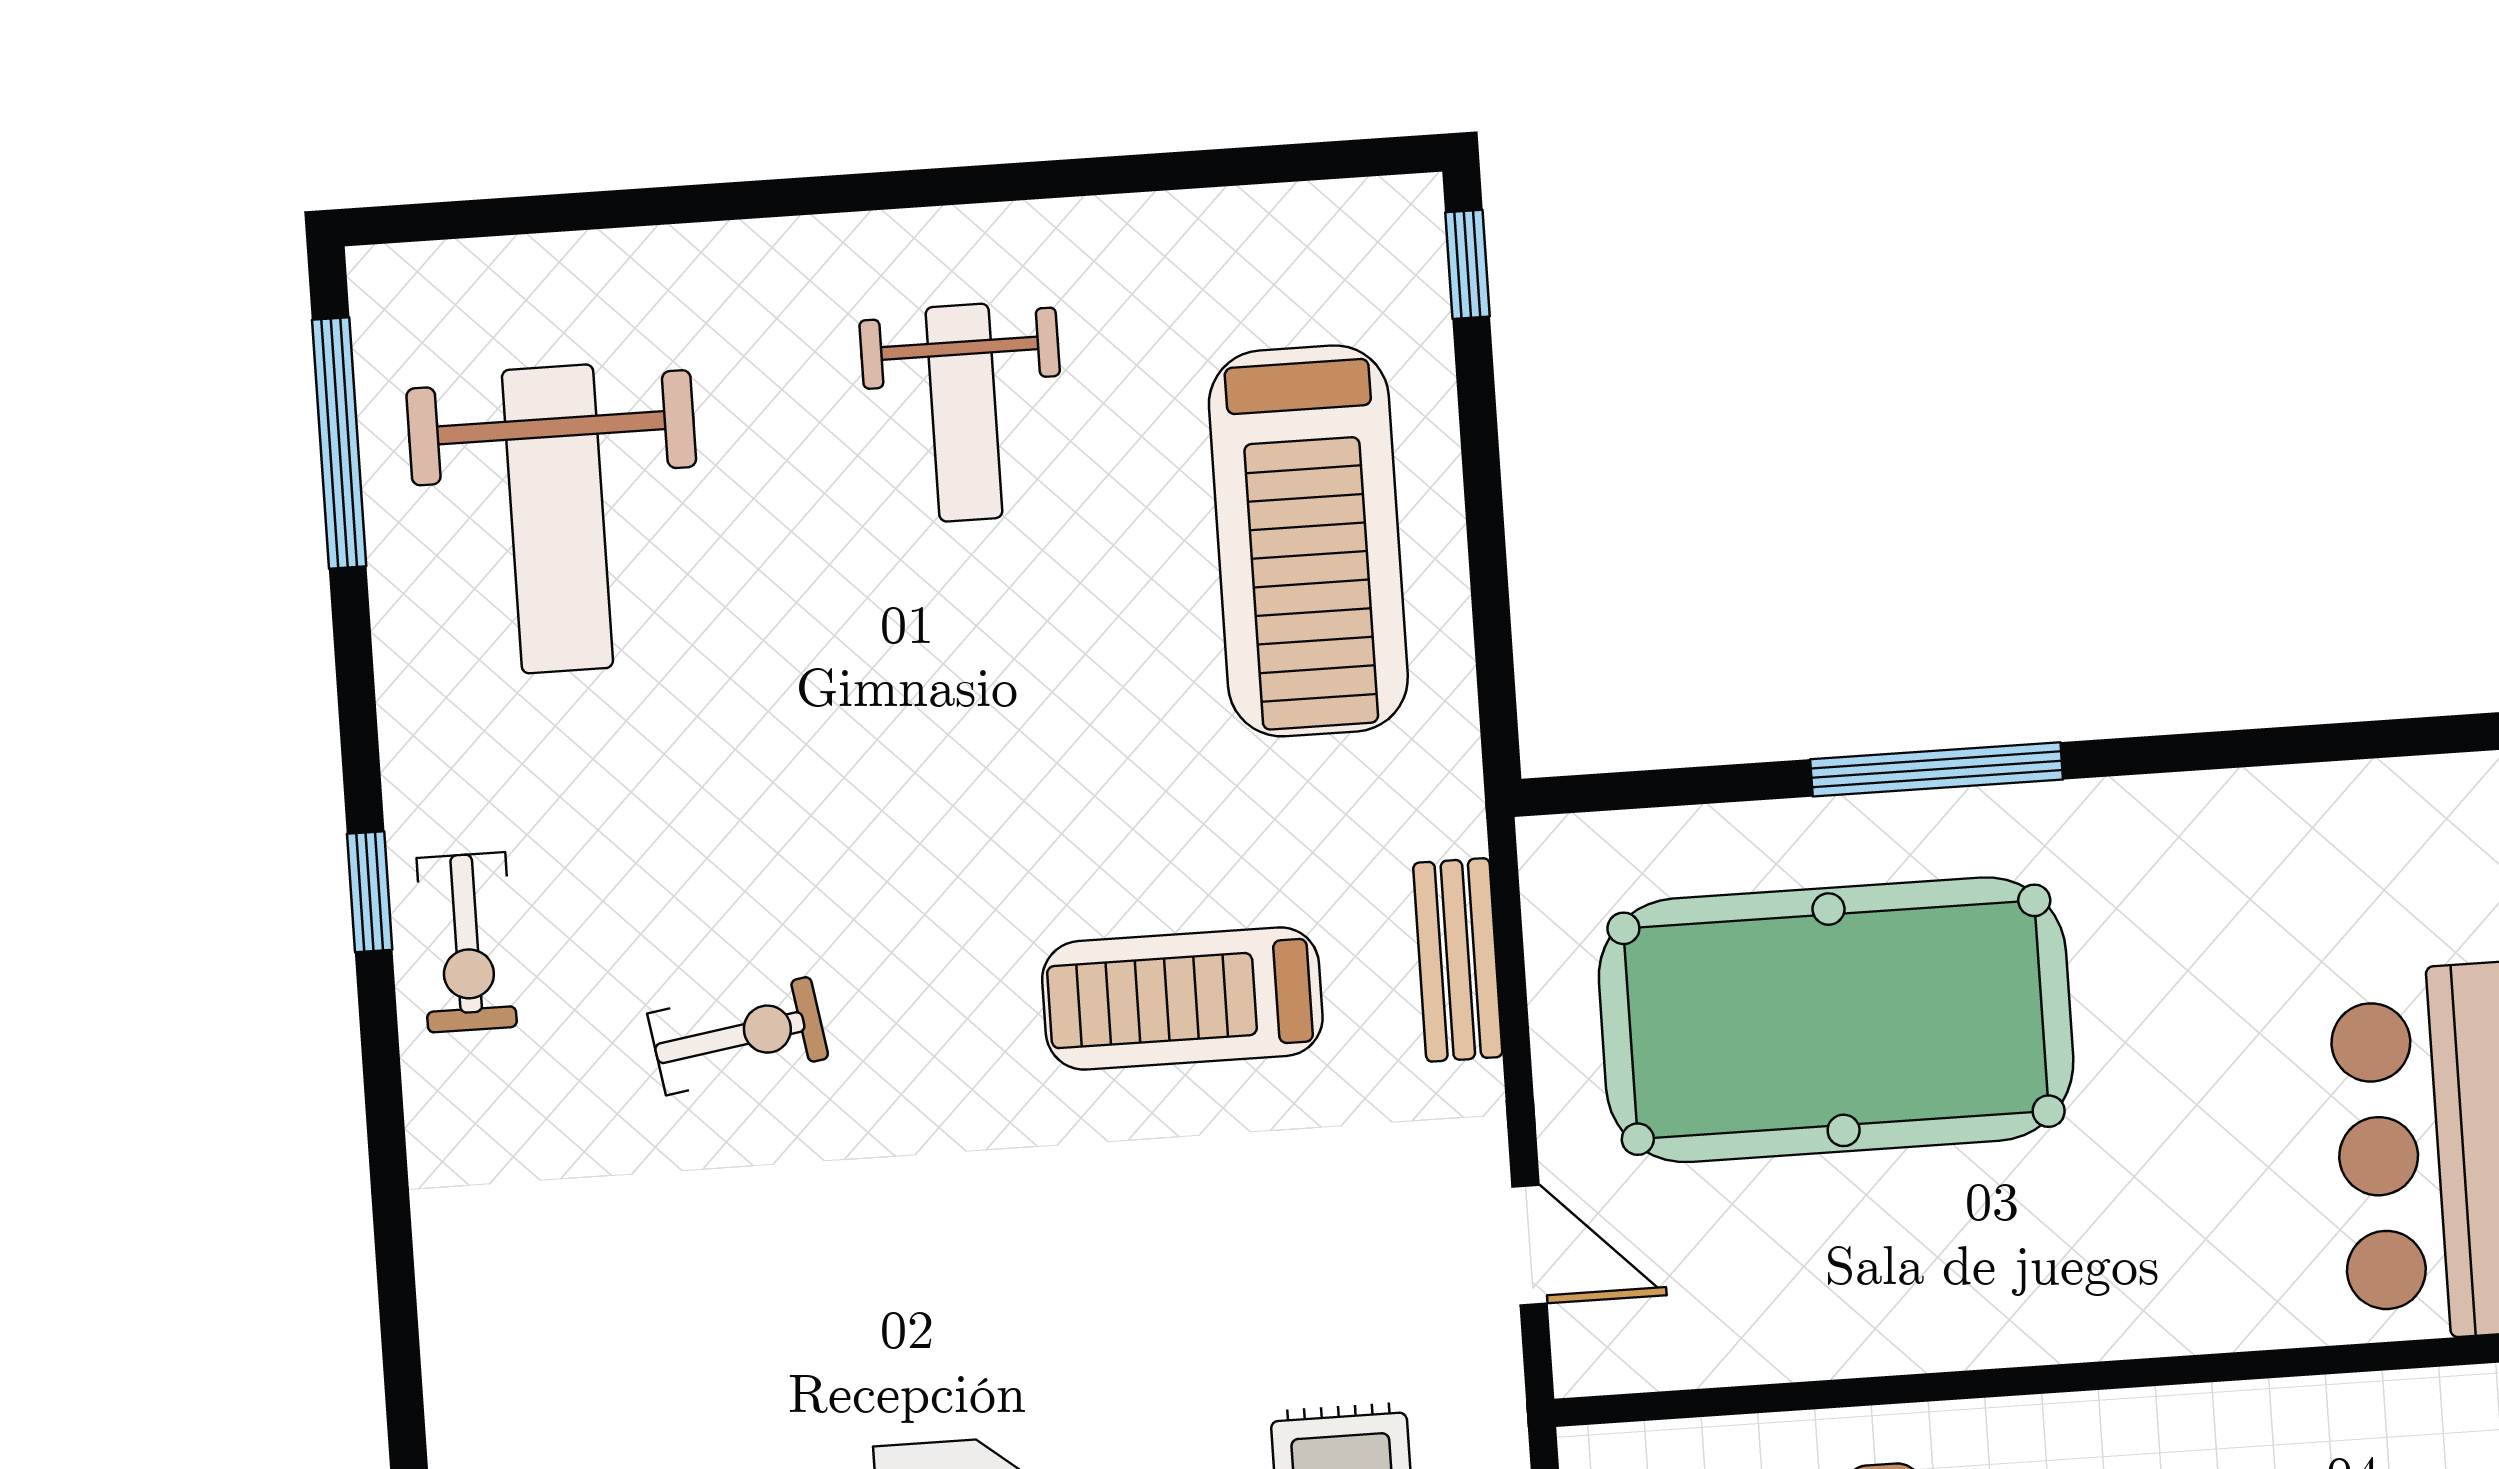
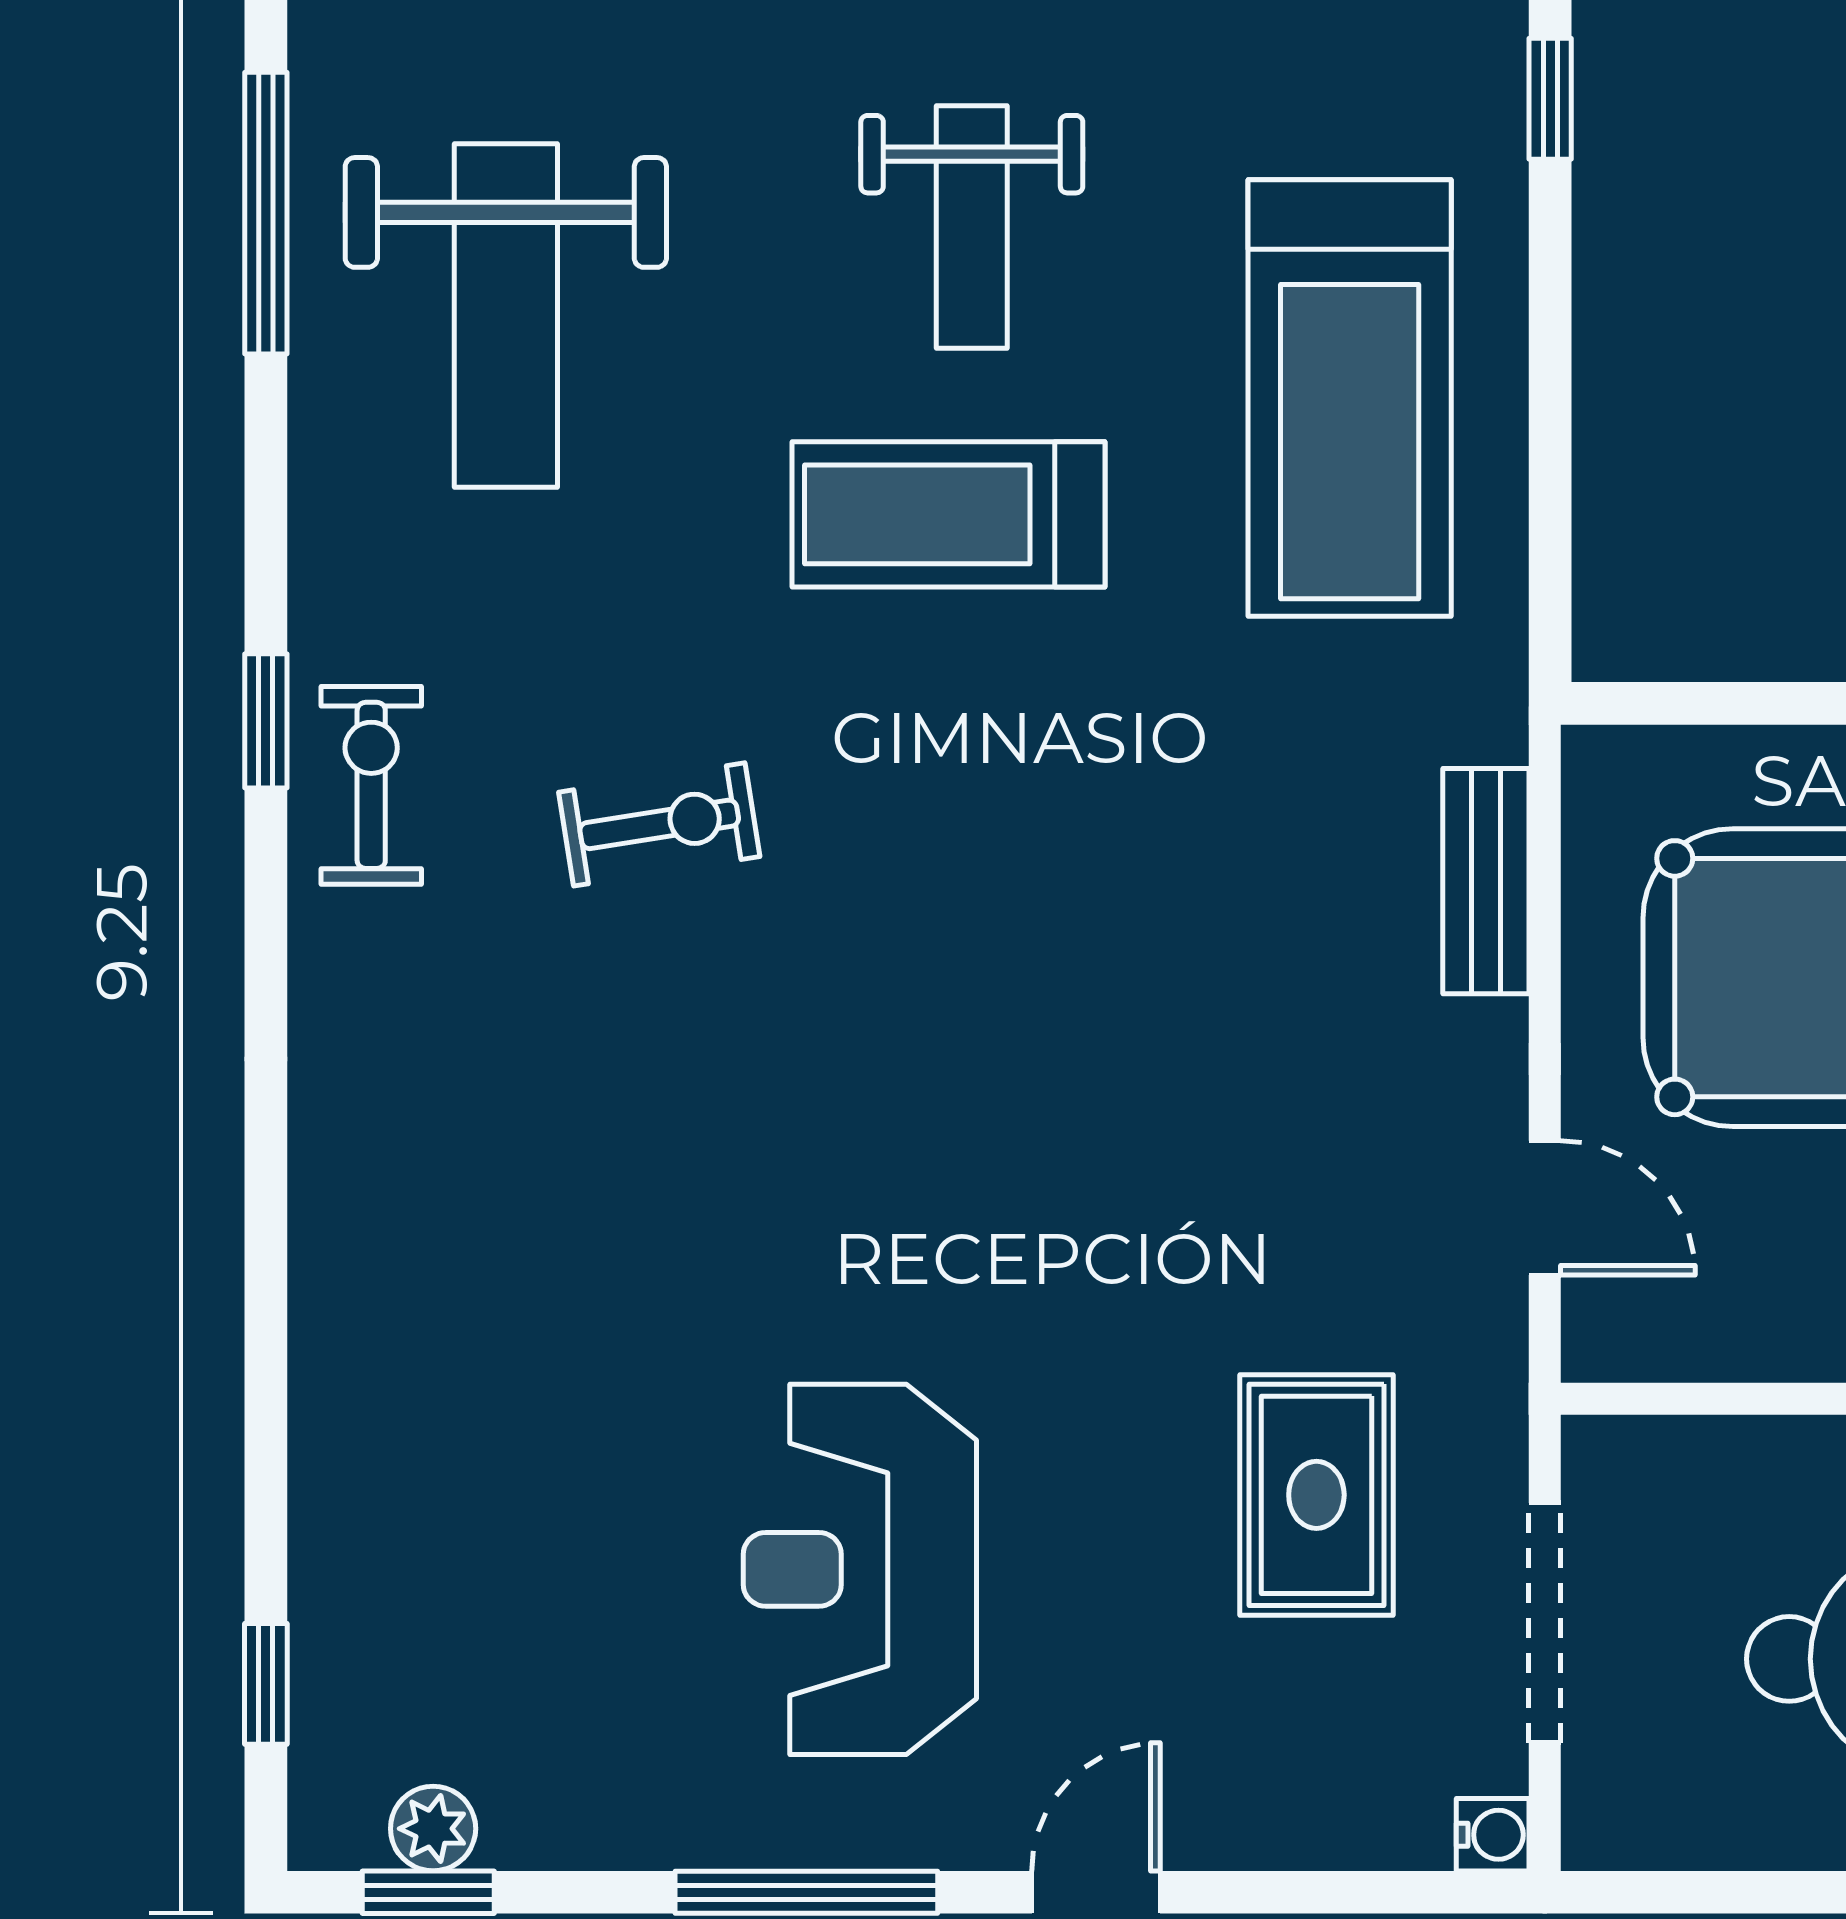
exercise bike: (467, 942) -> (371, 785), turned 180
treadmill: (1182, 998) -> (949, 514), moved
exercise bike: (738, 1036) -> (659, 824), moved

